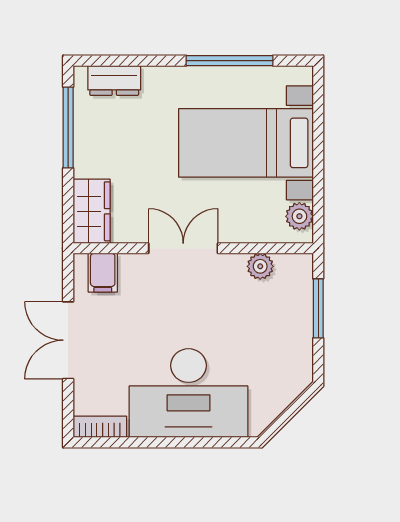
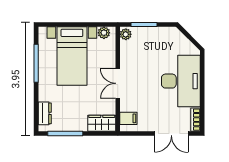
plant: (260, 266) -> (126, 34), moved
double door: (68, 340) -> (171, 133), moved

